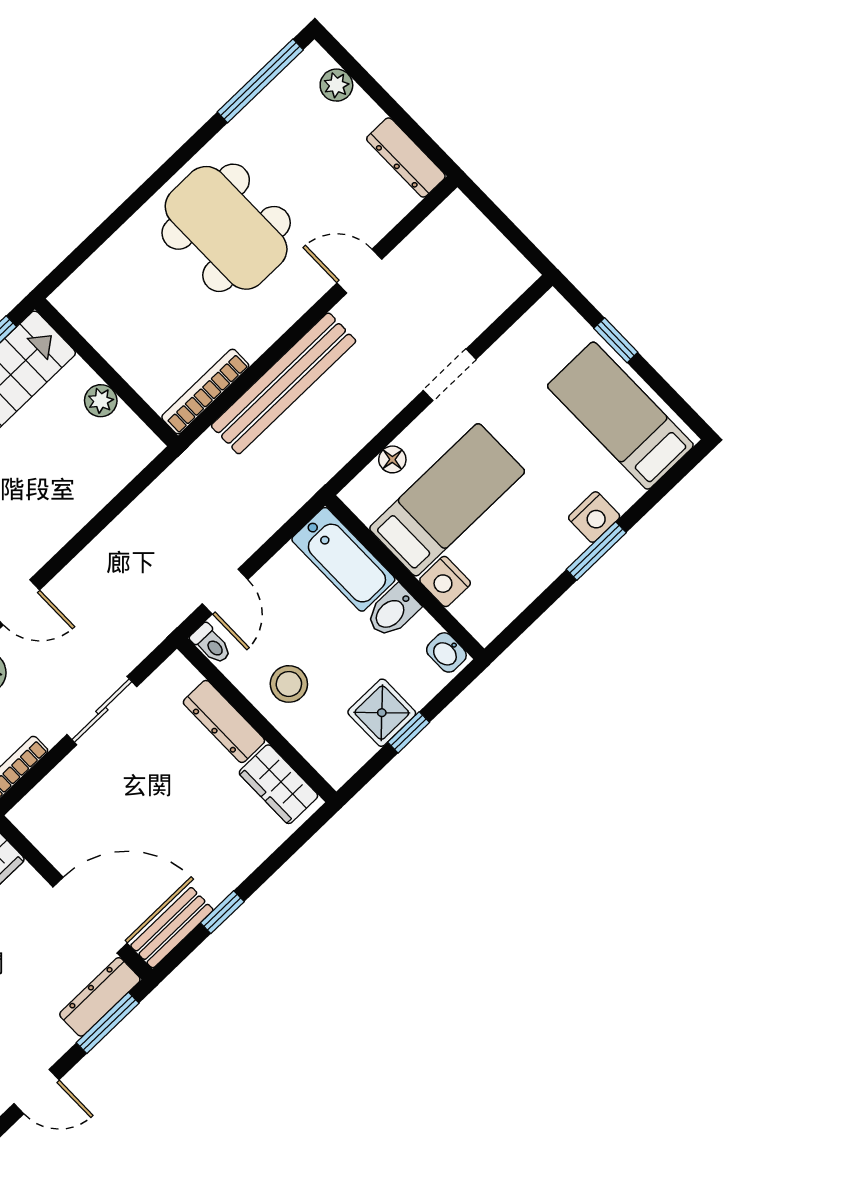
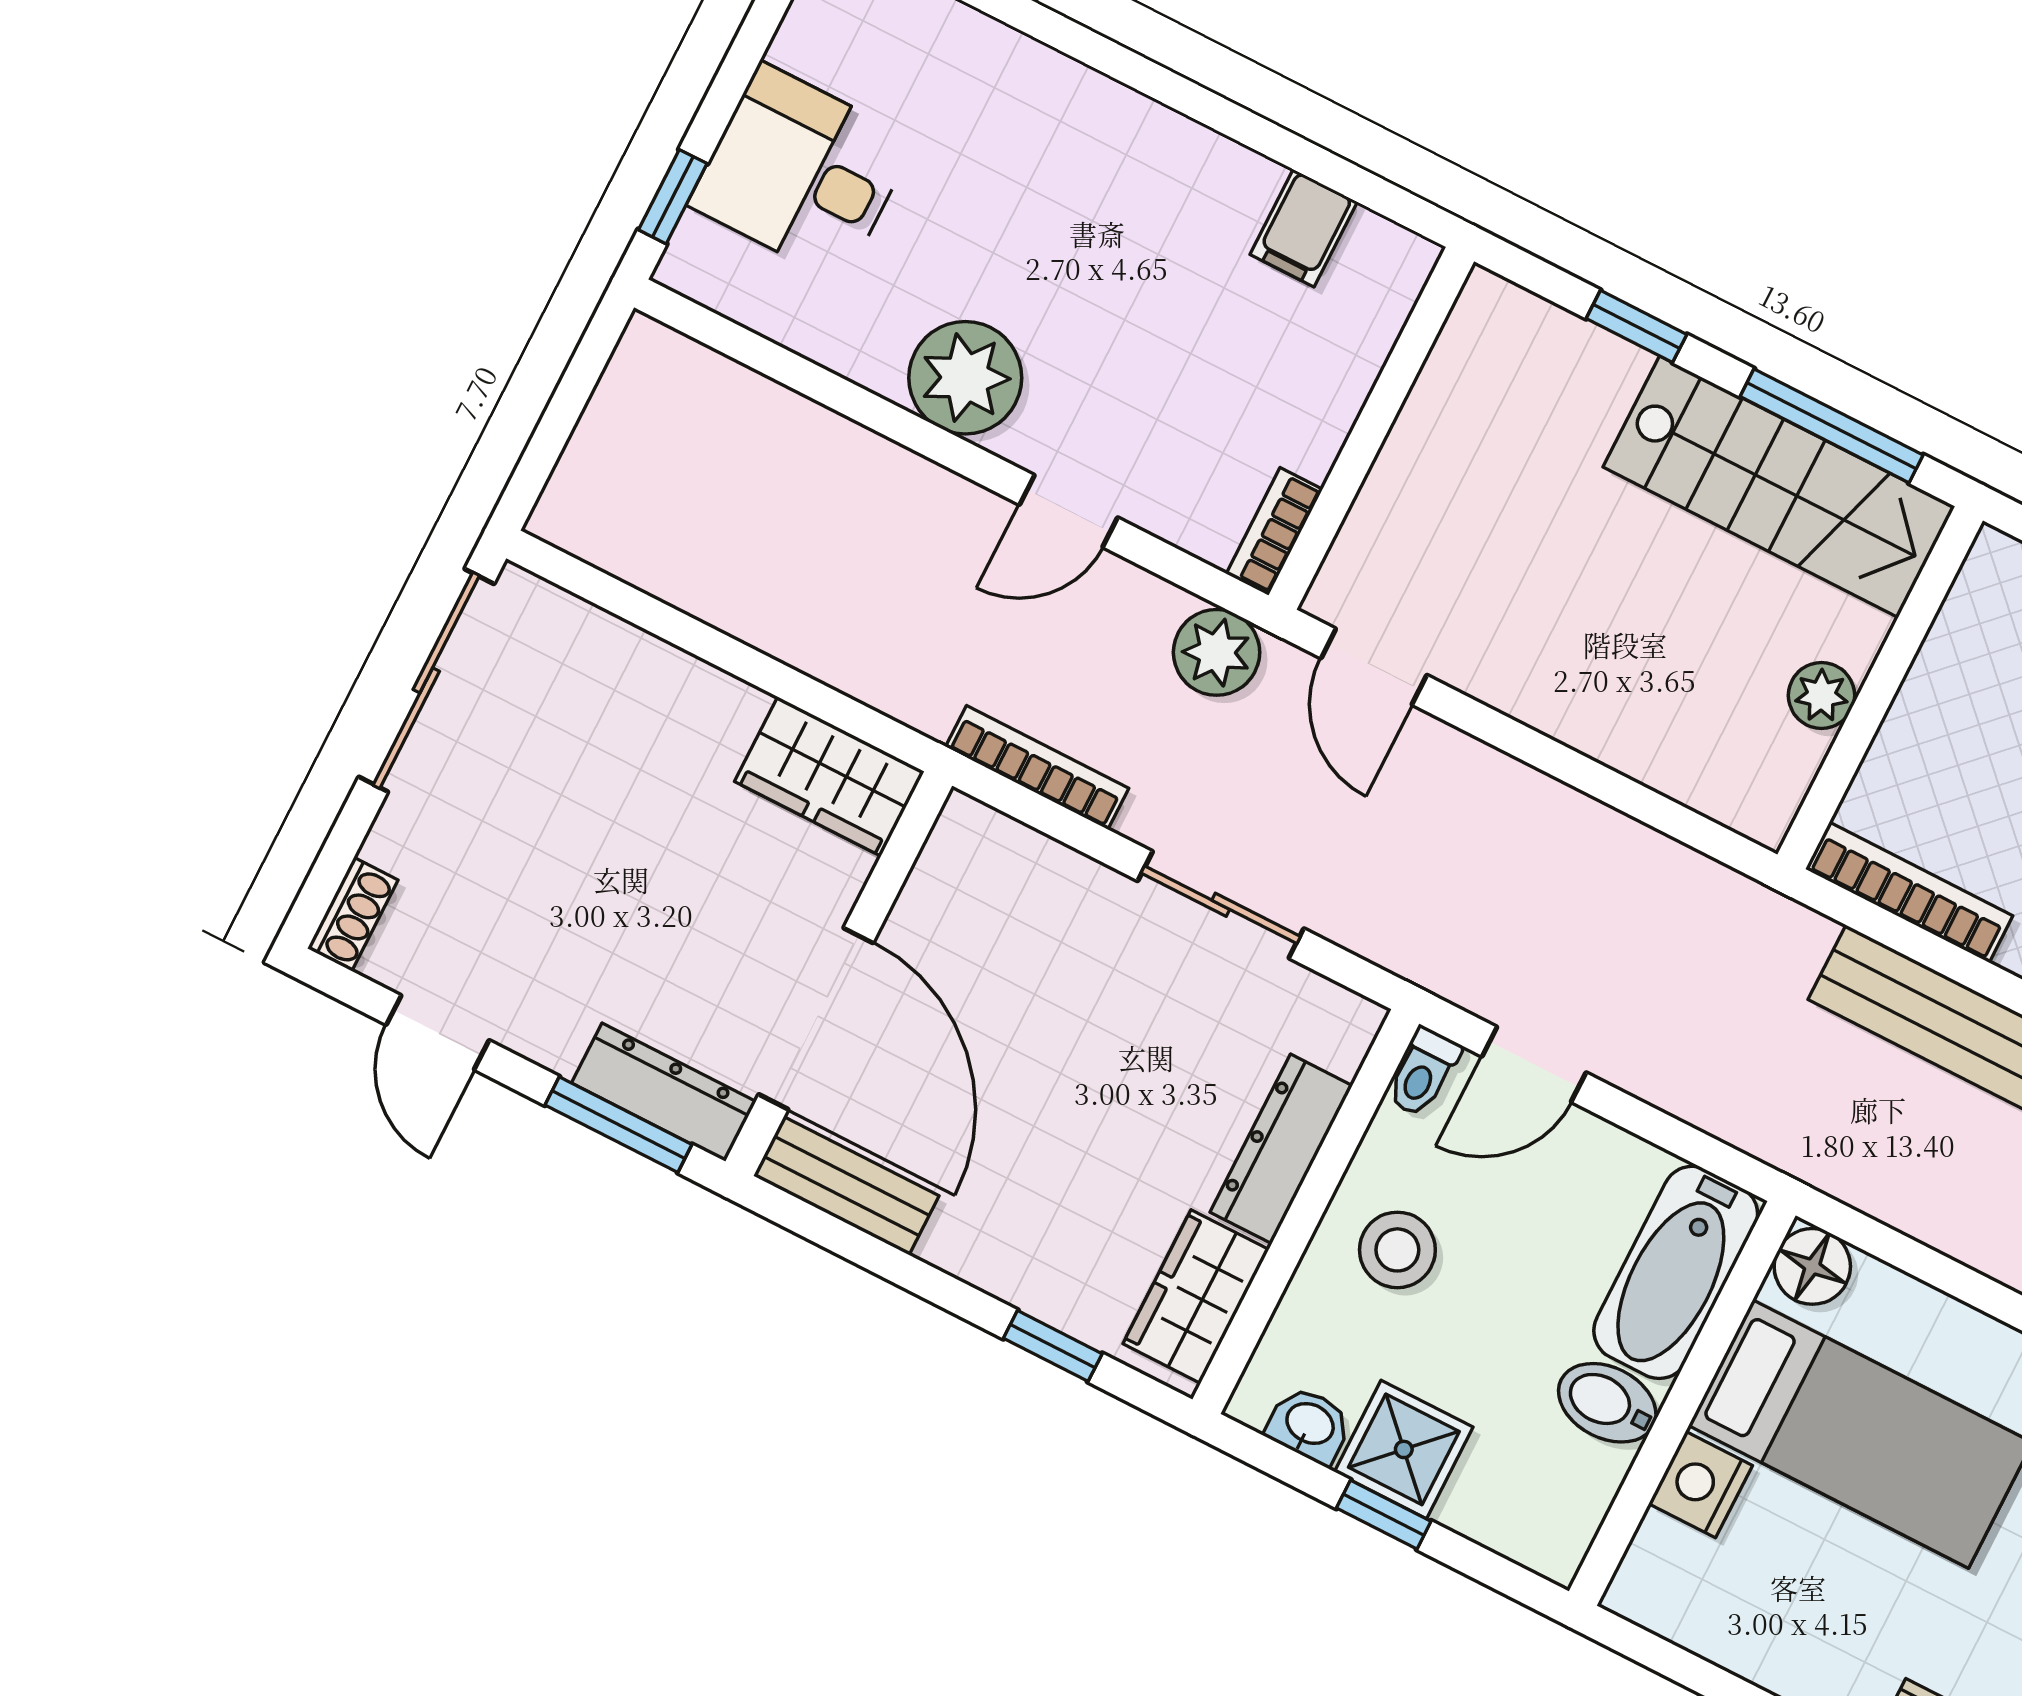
floor lamp: (392, 459) -> (1812, 1266), moved, width x1.37, depth x1.37
washbasin: (446, 652) -> (1309, 1425), moved, turned 90
window: (222, 912) -> (1053, 1346), moved

